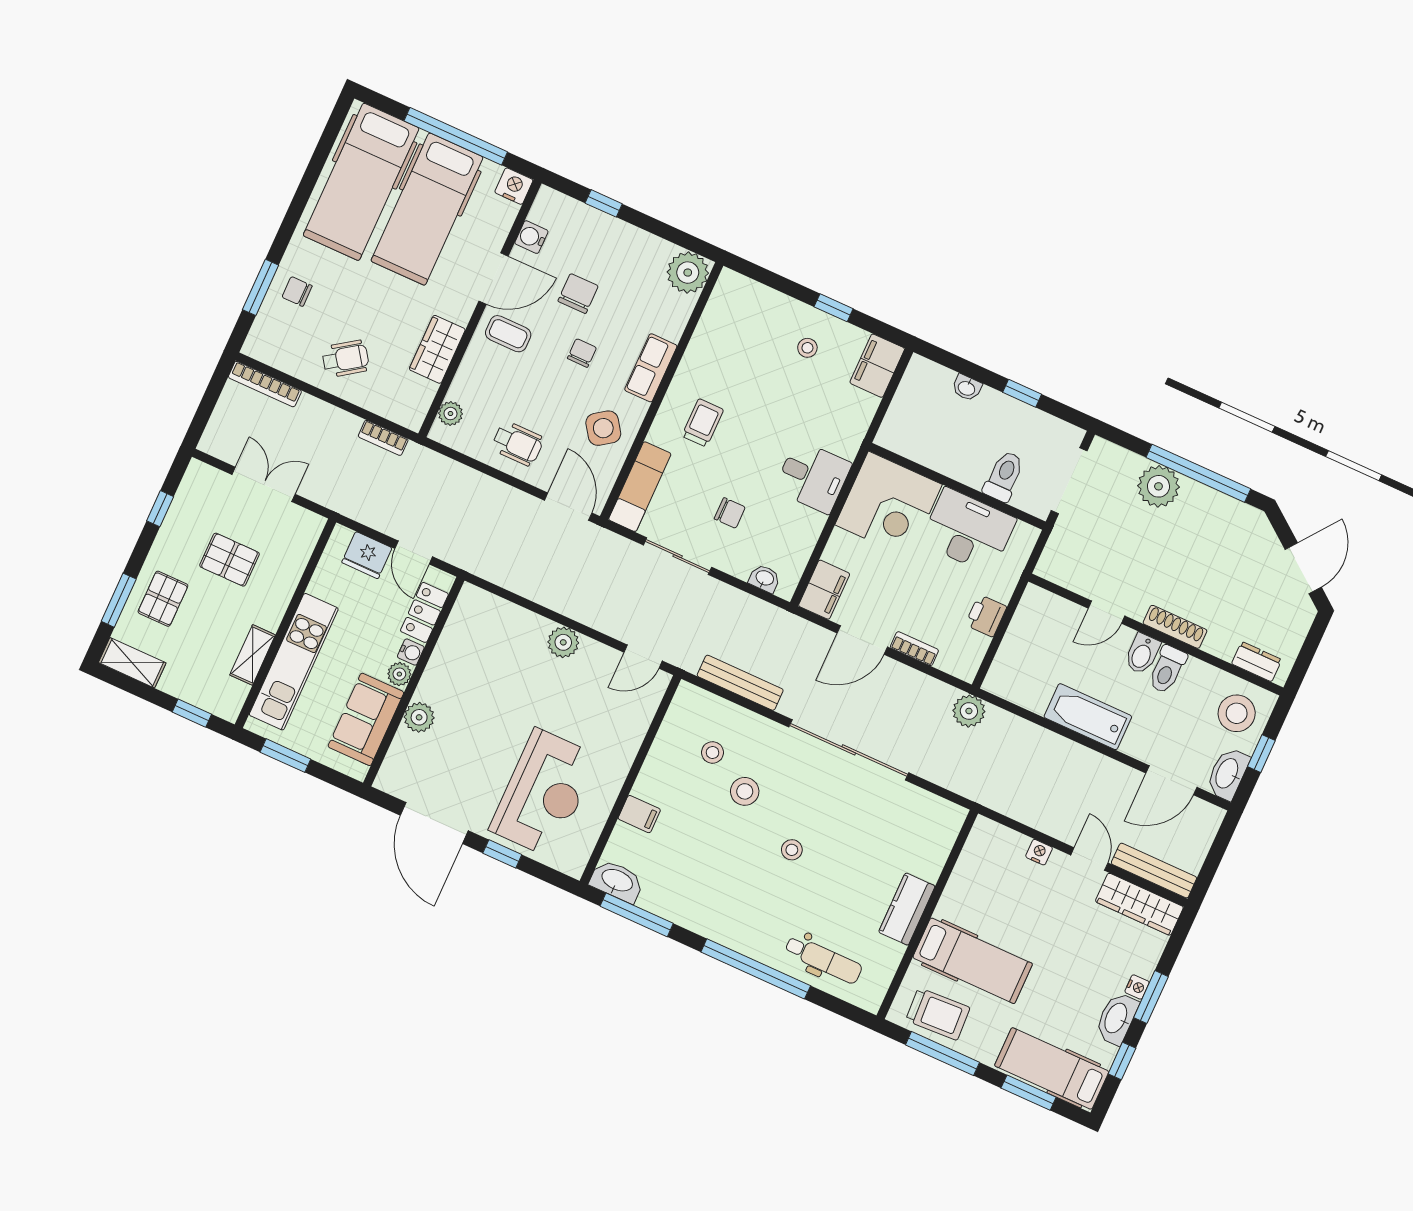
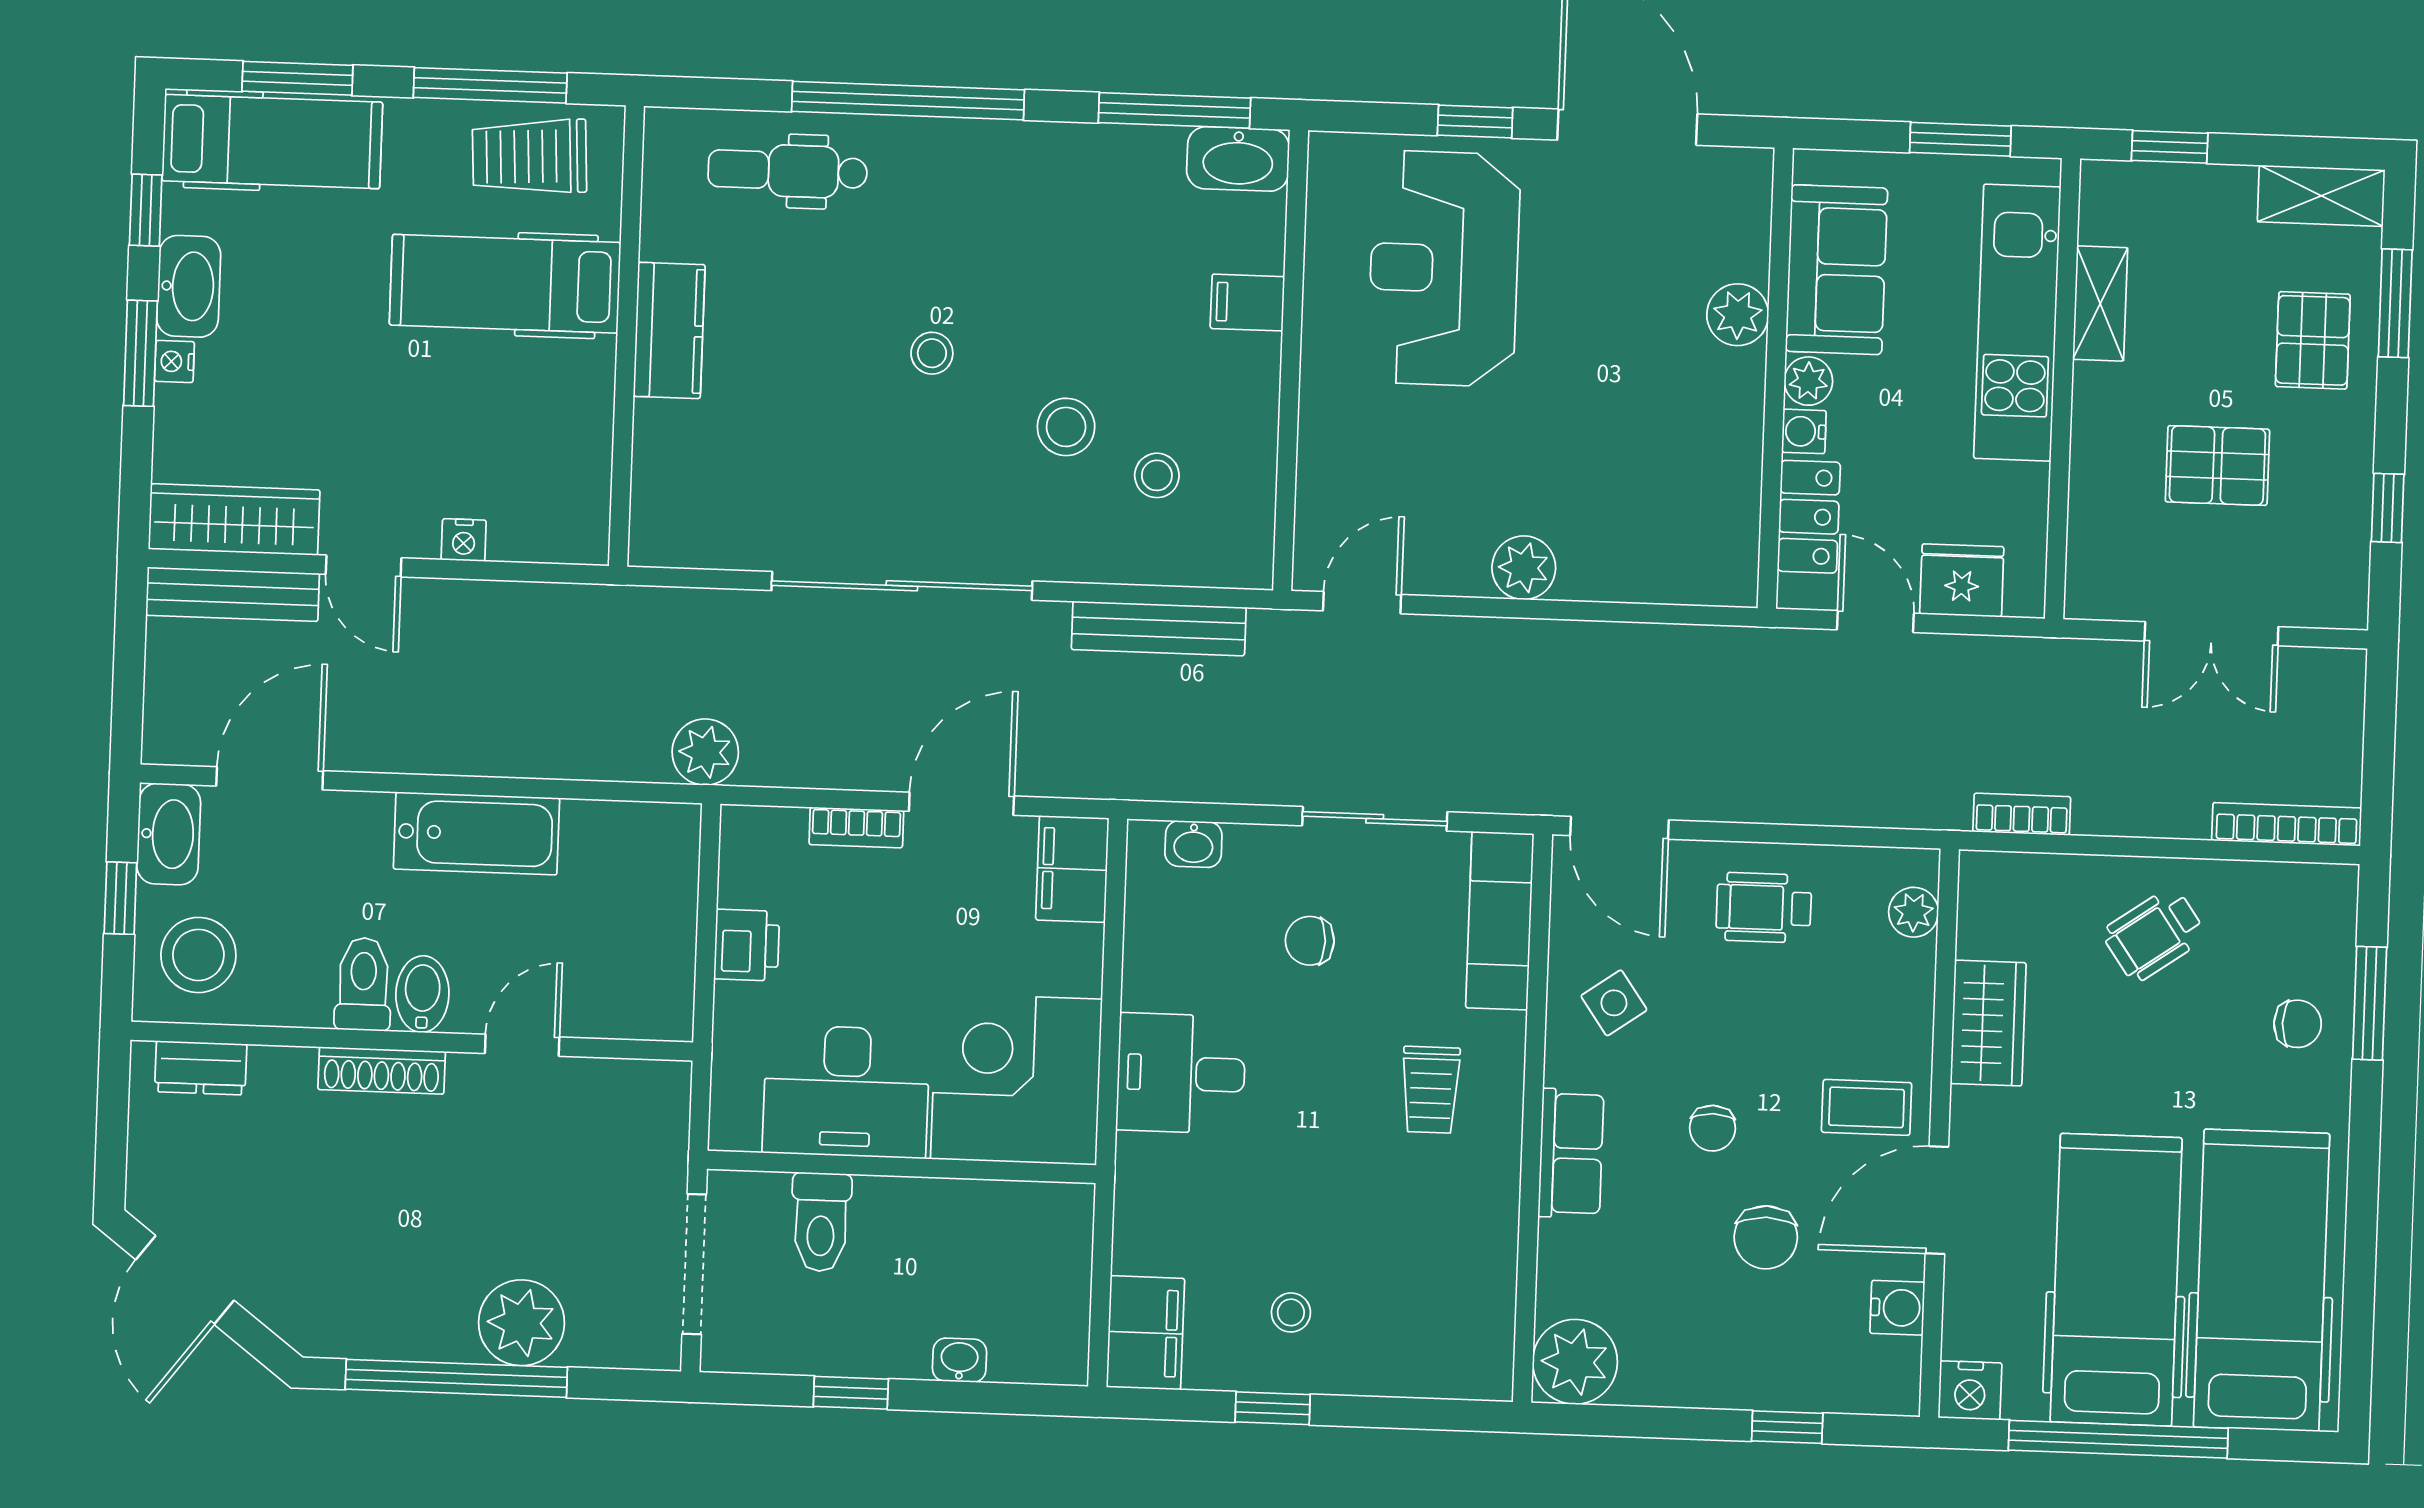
side table: (603, 428) -> (1614, 1003), width x0.73, depth x0.73

